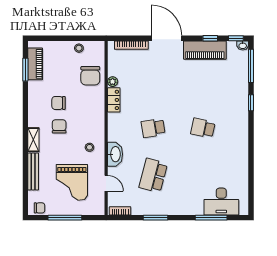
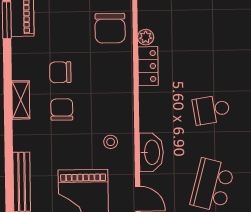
shelving: (33, 140) -> (21, 100), moved

